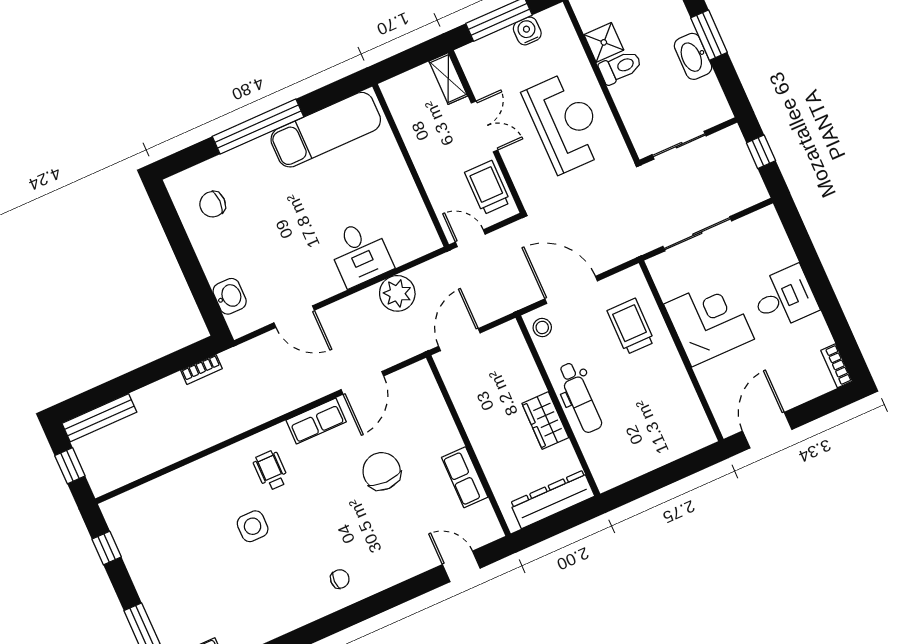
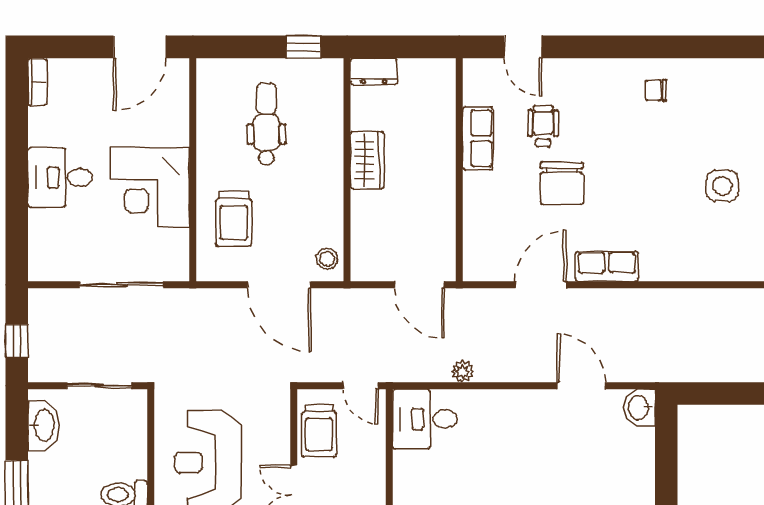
washbasin: (693, 56) -> (43, 425), moved
desk: (360, 253) -> (425, 419), moved, turned -90
plant: (397, 293) -> (463, 371), width x0.53, depth x0.53
washbasin: (230, 296) -> (639, 408), moved
door: (459, 340) -> (419, 285), hinge flipped
bookcase: (202, 370) -> (703, 373), removed
dental chair: (580, 398) -> (266, 124), moved
wheelchair: (271, 470) -> (543, 126), moved, turned 180
window: (636, 488) -> (304, 47), added
dresser: (552, 499) -> (374, 71), width x0.51, depth x0.80

